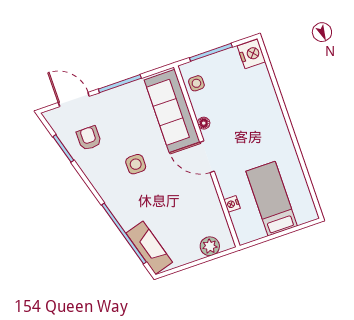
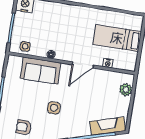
sofa: (172, 111) -> (40, 71), width x0.73
door: (207, 157) -> (83, 65), moved

